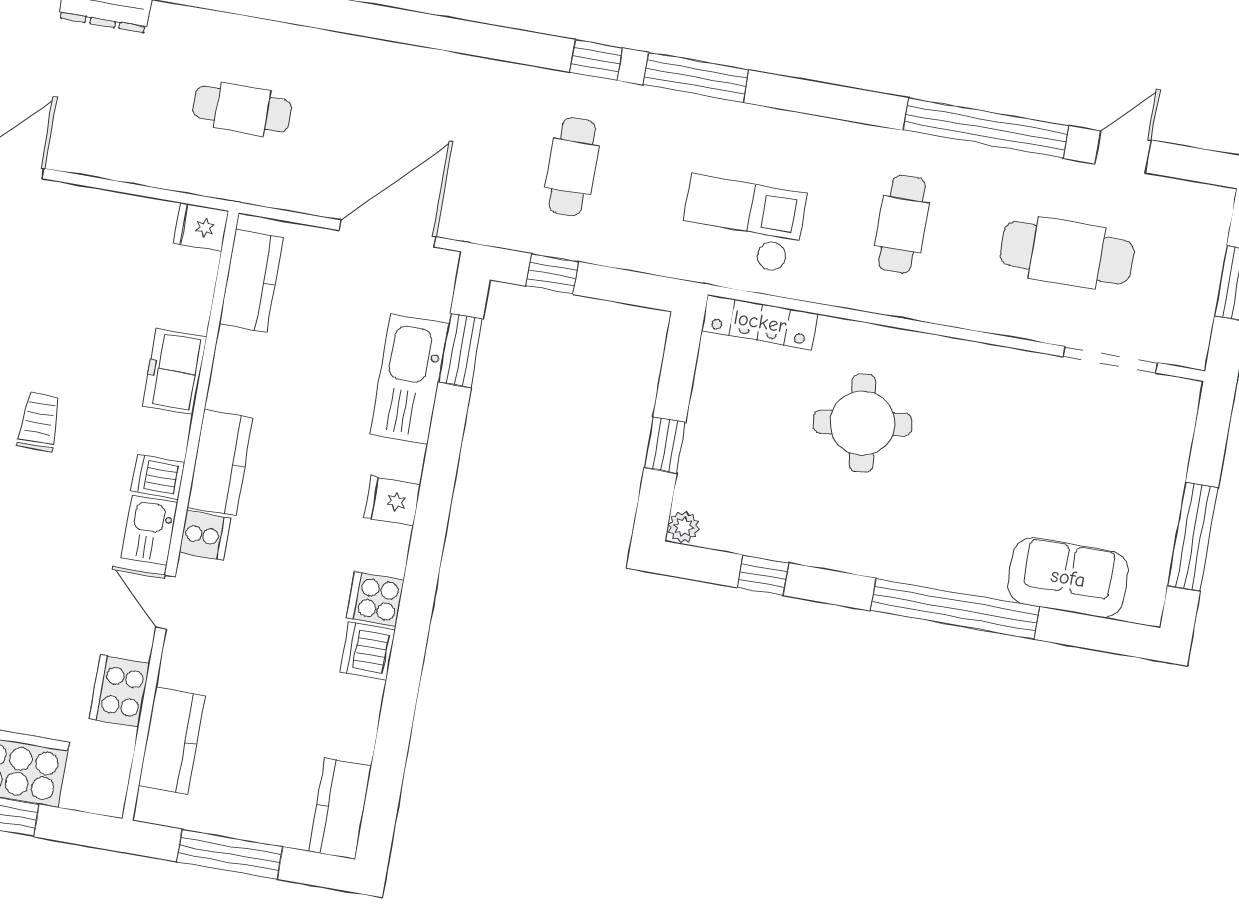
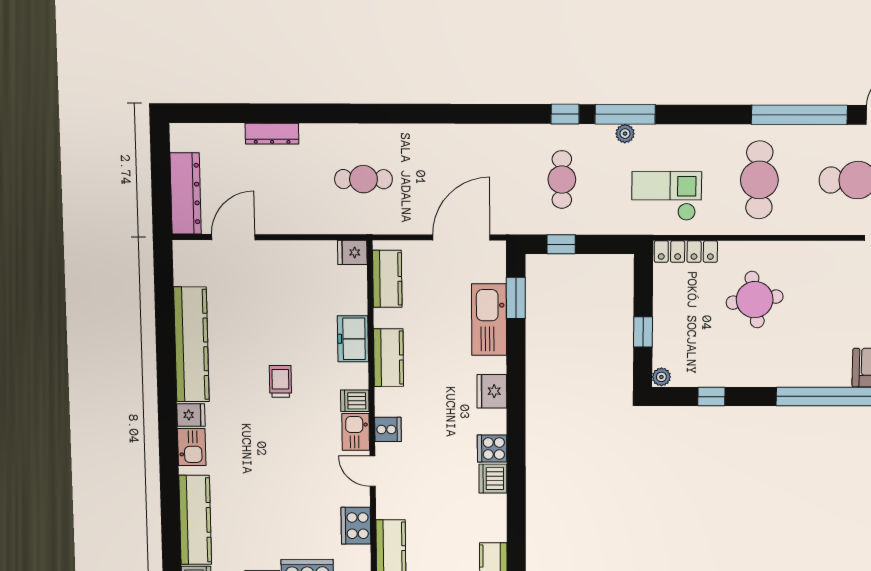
plant: (690, 109) -> (625, 134), added
cafe table: (902, 224) -> (759, 180), width x1.37, depth x1.35
kitchen counter: (220, 463) -> (389, 358), moved
fridge: (392, 501) -> (492, 391), width x1.38

